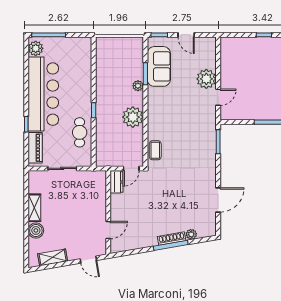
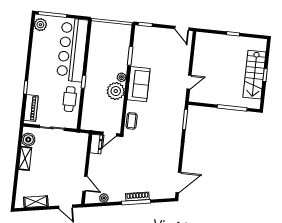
door: (186, 35) -> (182, 28), moved
sofa: (159, 66) -> (139, 84), moved
plant: (206, 79) -> (181, 66), removed
plant: (138, 86) -> (122, 77), moved
bar counter: (43, 94) -> (72, 50), moved, turned 180
door: (218, 200) -> (178, 182), moved
boiler: (36, 230) -> (28, 140), moved
door: (108, 230) -> (85, 184), hinge flipped
plant: (191, 234) -> (104, 198), moved

